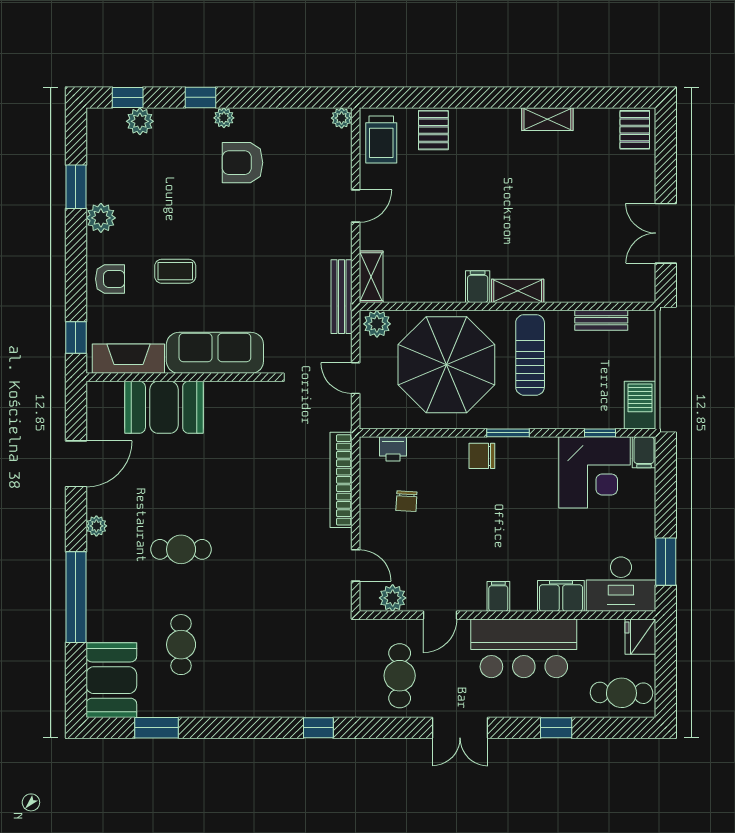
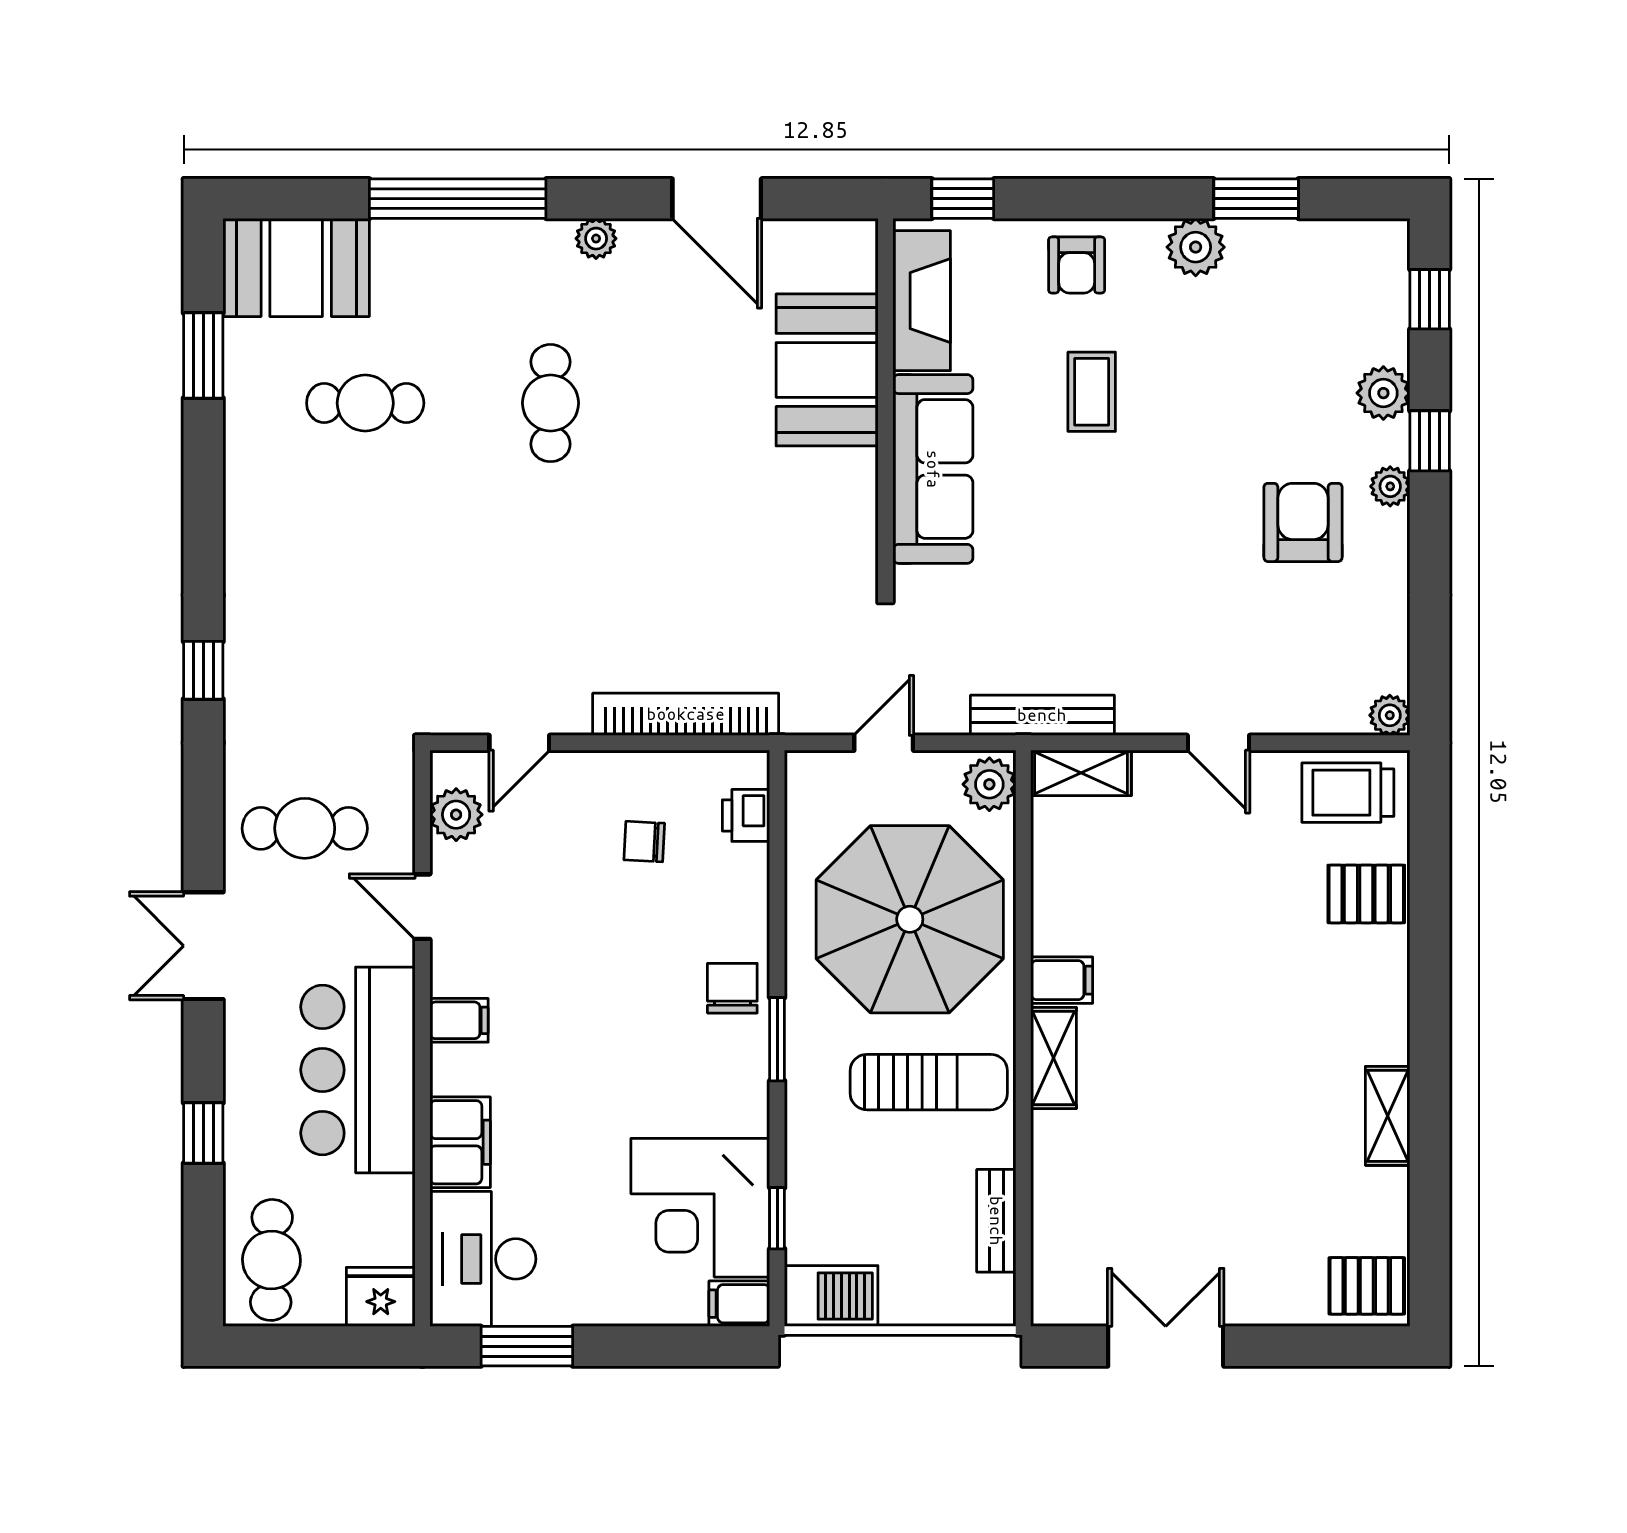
plant: (140, 121) -> (1383, 393), moved

